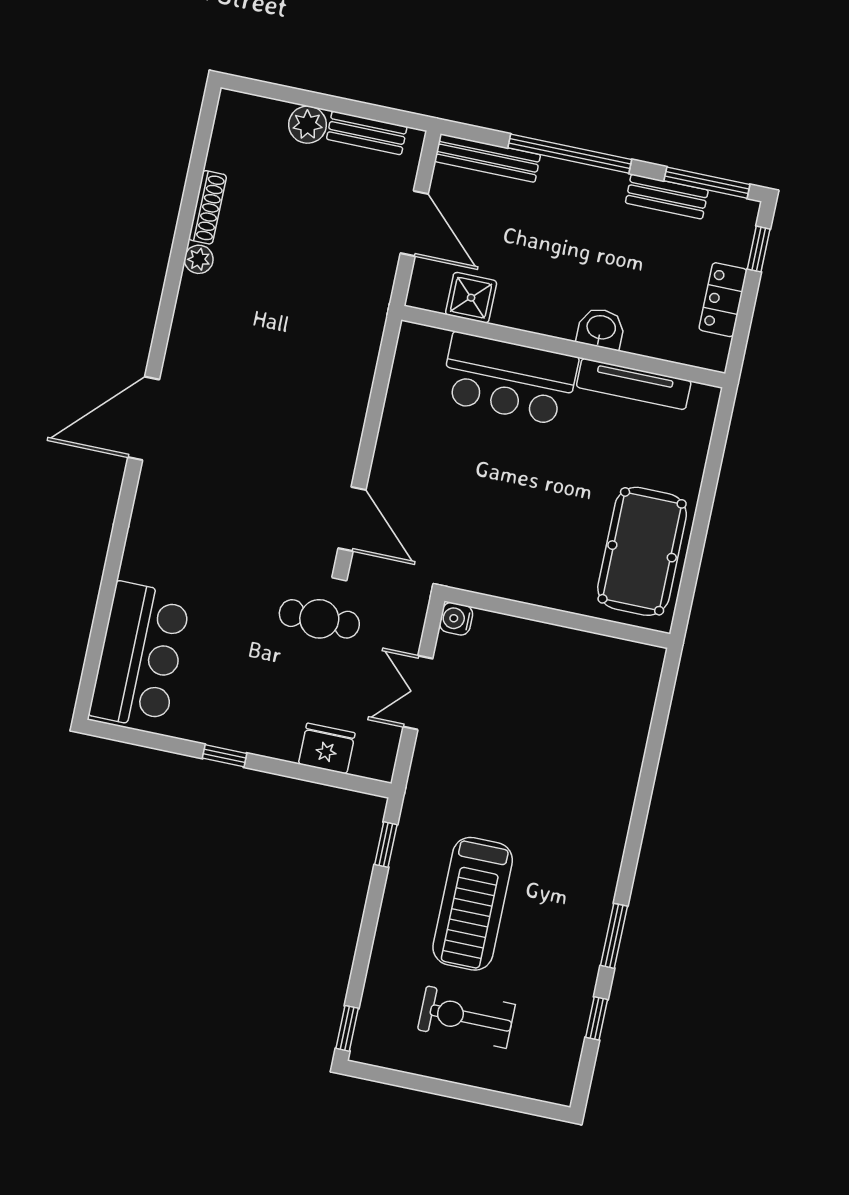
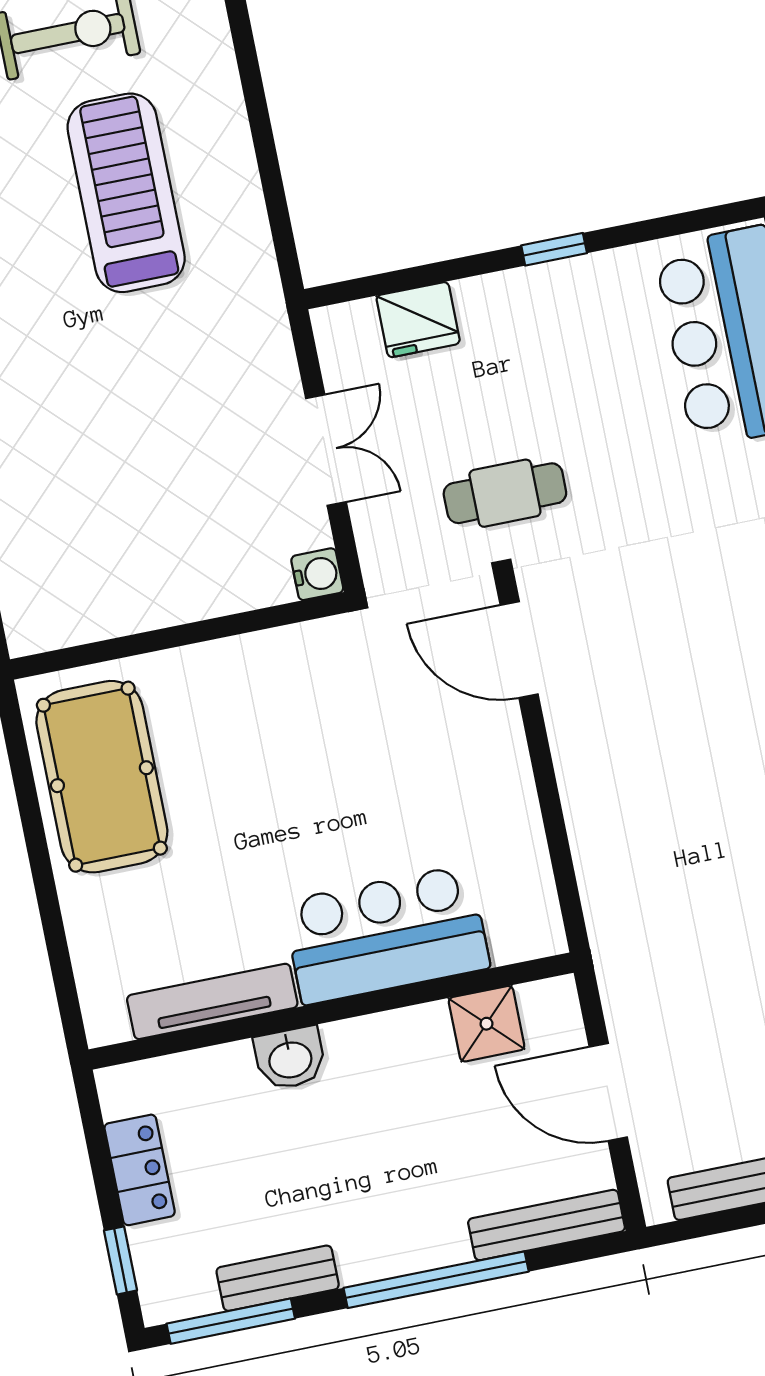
window: (386, 845) -> (280, 223), removed

